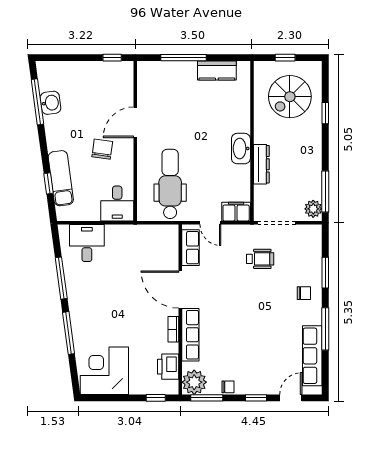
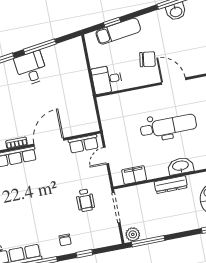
washbasin: (241, 149) -> (181, 166), moved
dresser: (261, 164) -> (171, 185), moved
dental chair: (170, 184) -> (168, 126), moved
filing cabinet: (236, 212) -> (134, 175), moved, turned -90
desk: (87, 243) -> (31, 68), moved, turned -98
window: (325, 273) -> (84, 254), width x0.67

